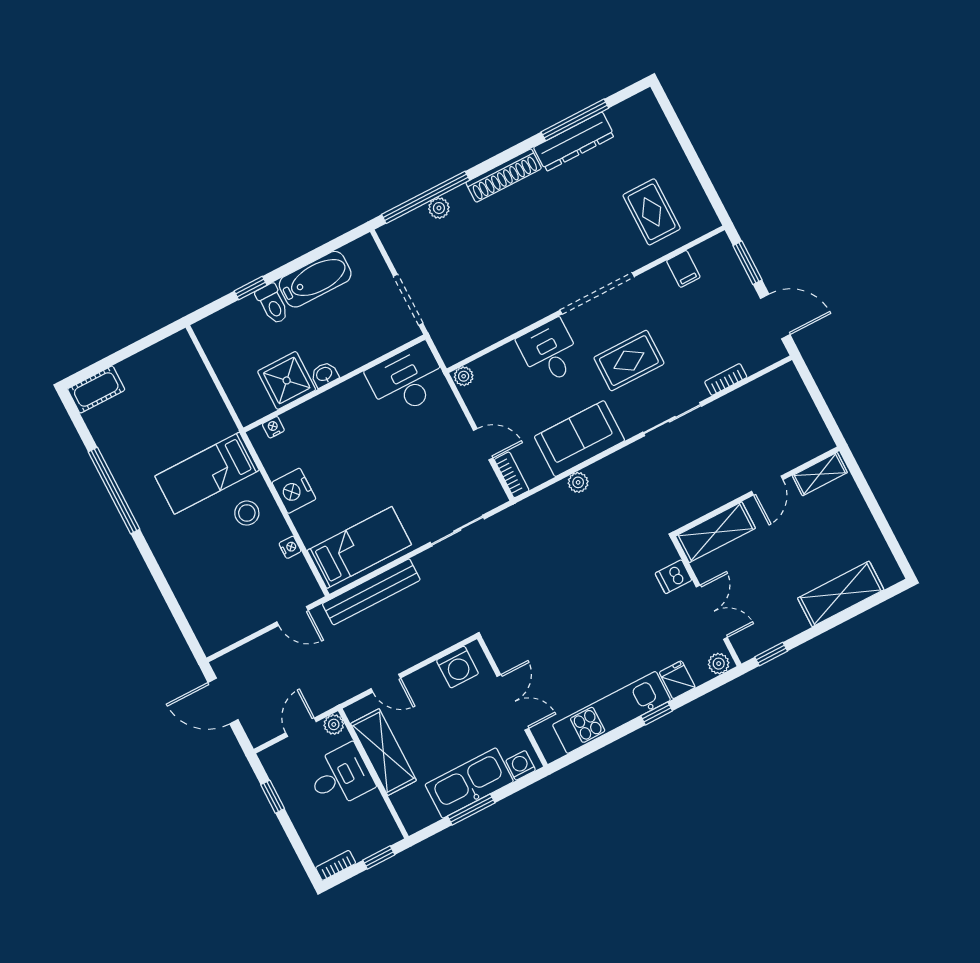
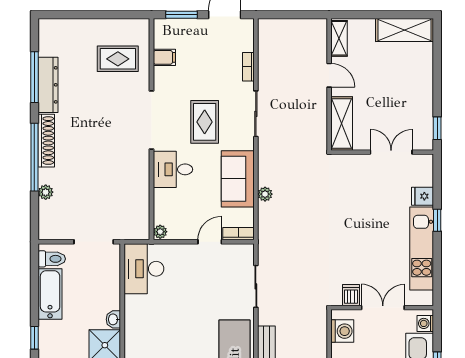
window: (426, 197) -> (34, 157), moved
toilet: (272, 304) -> (52, 259), moved
dishwasher: (674, 577) -> (351, 295), moved, turned 180
shelving: (841, 594) -> (405, 30), moved, turned 90
plant: (719, 664) -> (426, 165), removed

